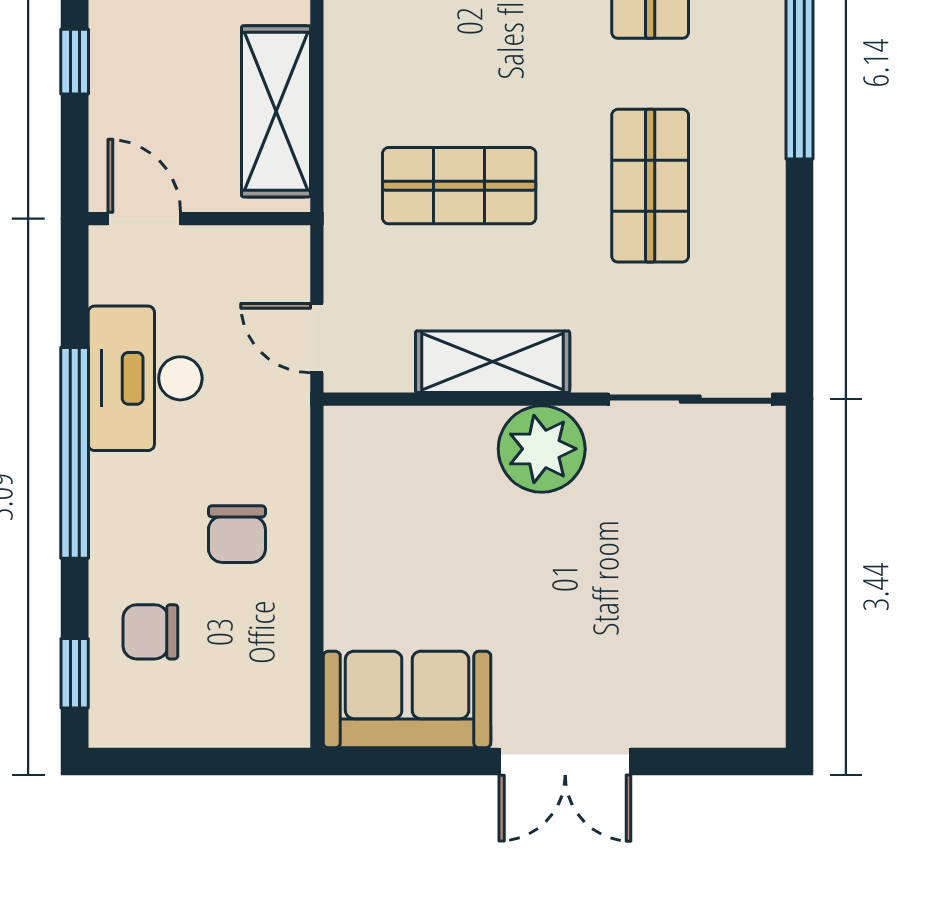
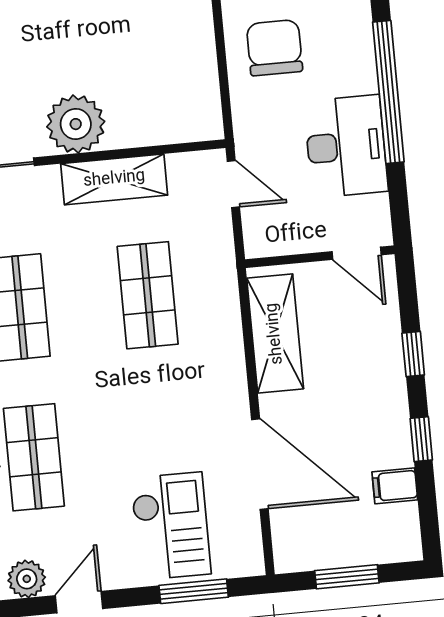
shop shelf: (459, 186) -> (148, 295), turned 90
chair: (237, 534) -> (274, 48), width x1.37, depth x1.37

